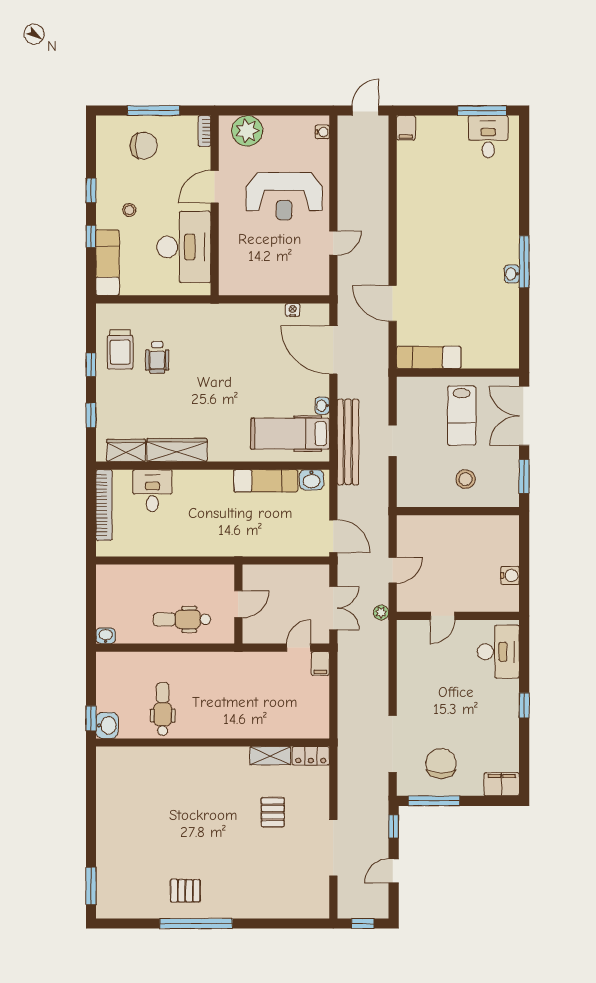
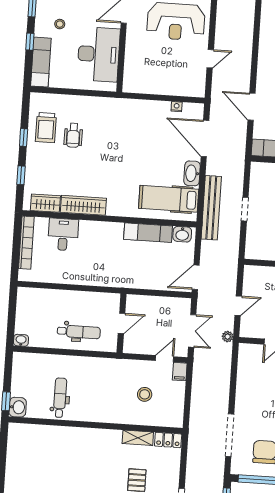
washbasin: (322, 406) -> (192, 173), width x1.91, depth x1.45
door: (333, 536) -> (196, 277), swing flipped
dental chair: (182, 619) -> (79, 332), turned 180
stool: (275, 697) -> (145, 394), added

